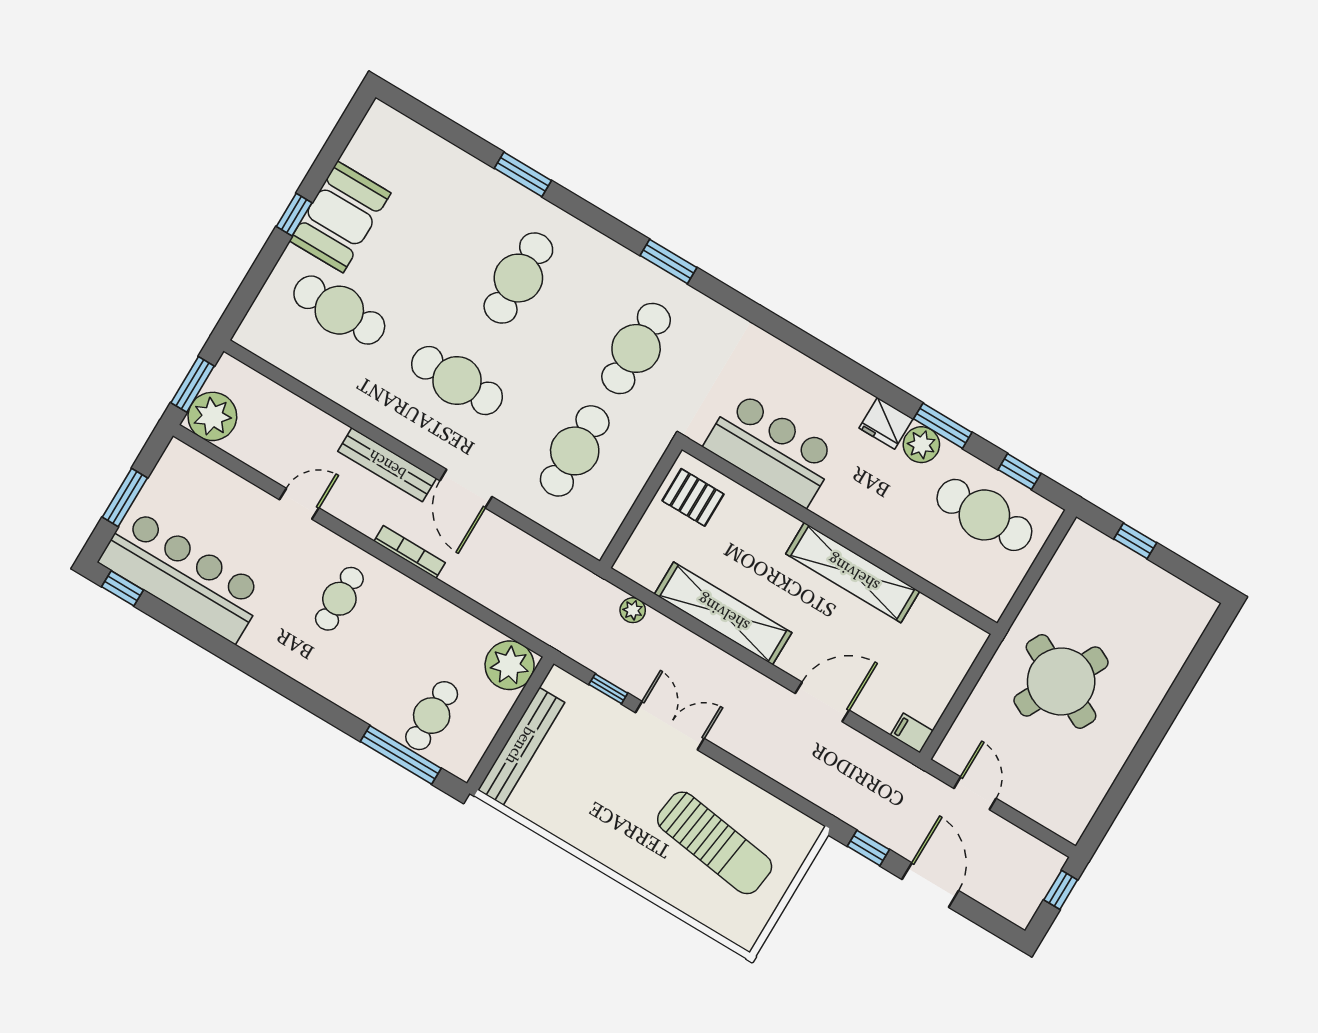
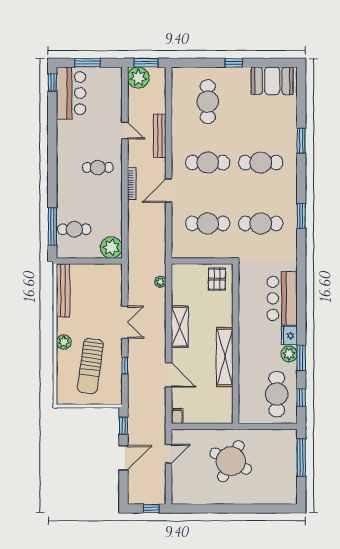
booth: (340, 217) -> (272, 81), moved
cafe table: (457, 381) -> (208, 163), turned 90
bar counter: (771, 449) -> (282, 298), moved, turned 180
bench: (387, 465) -> (160, 136), moved
window: (1135, 541) -> (301, 457), width x2.17
bar counter: (183, 575) -> (71, 93), width x0.73
shelving: (723, 613) -> (180, 327), width x0.68
window: (608, 689) -> (125, 366), moved
bench: (521, 746) -> (63, 290), moved, turned 90
plant: (637, 866) -> (64, 342), added

